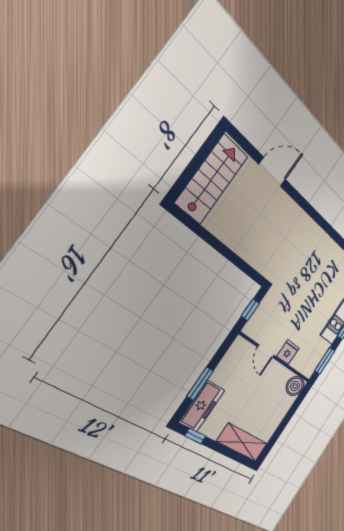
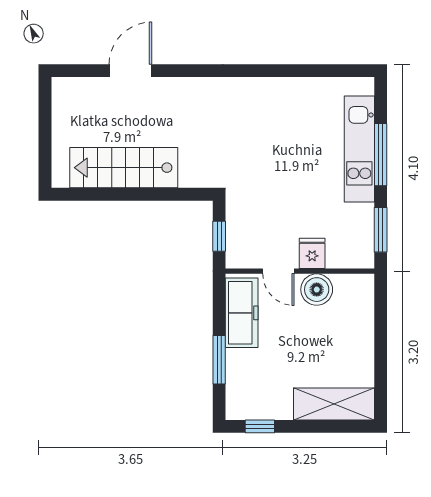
stairs: (212, 179) -> (124, 168), moved, turned -90
boiler: (295, 386) -> (317, 290), moved
freezer: (202, 406) -> (242, 313), moved

